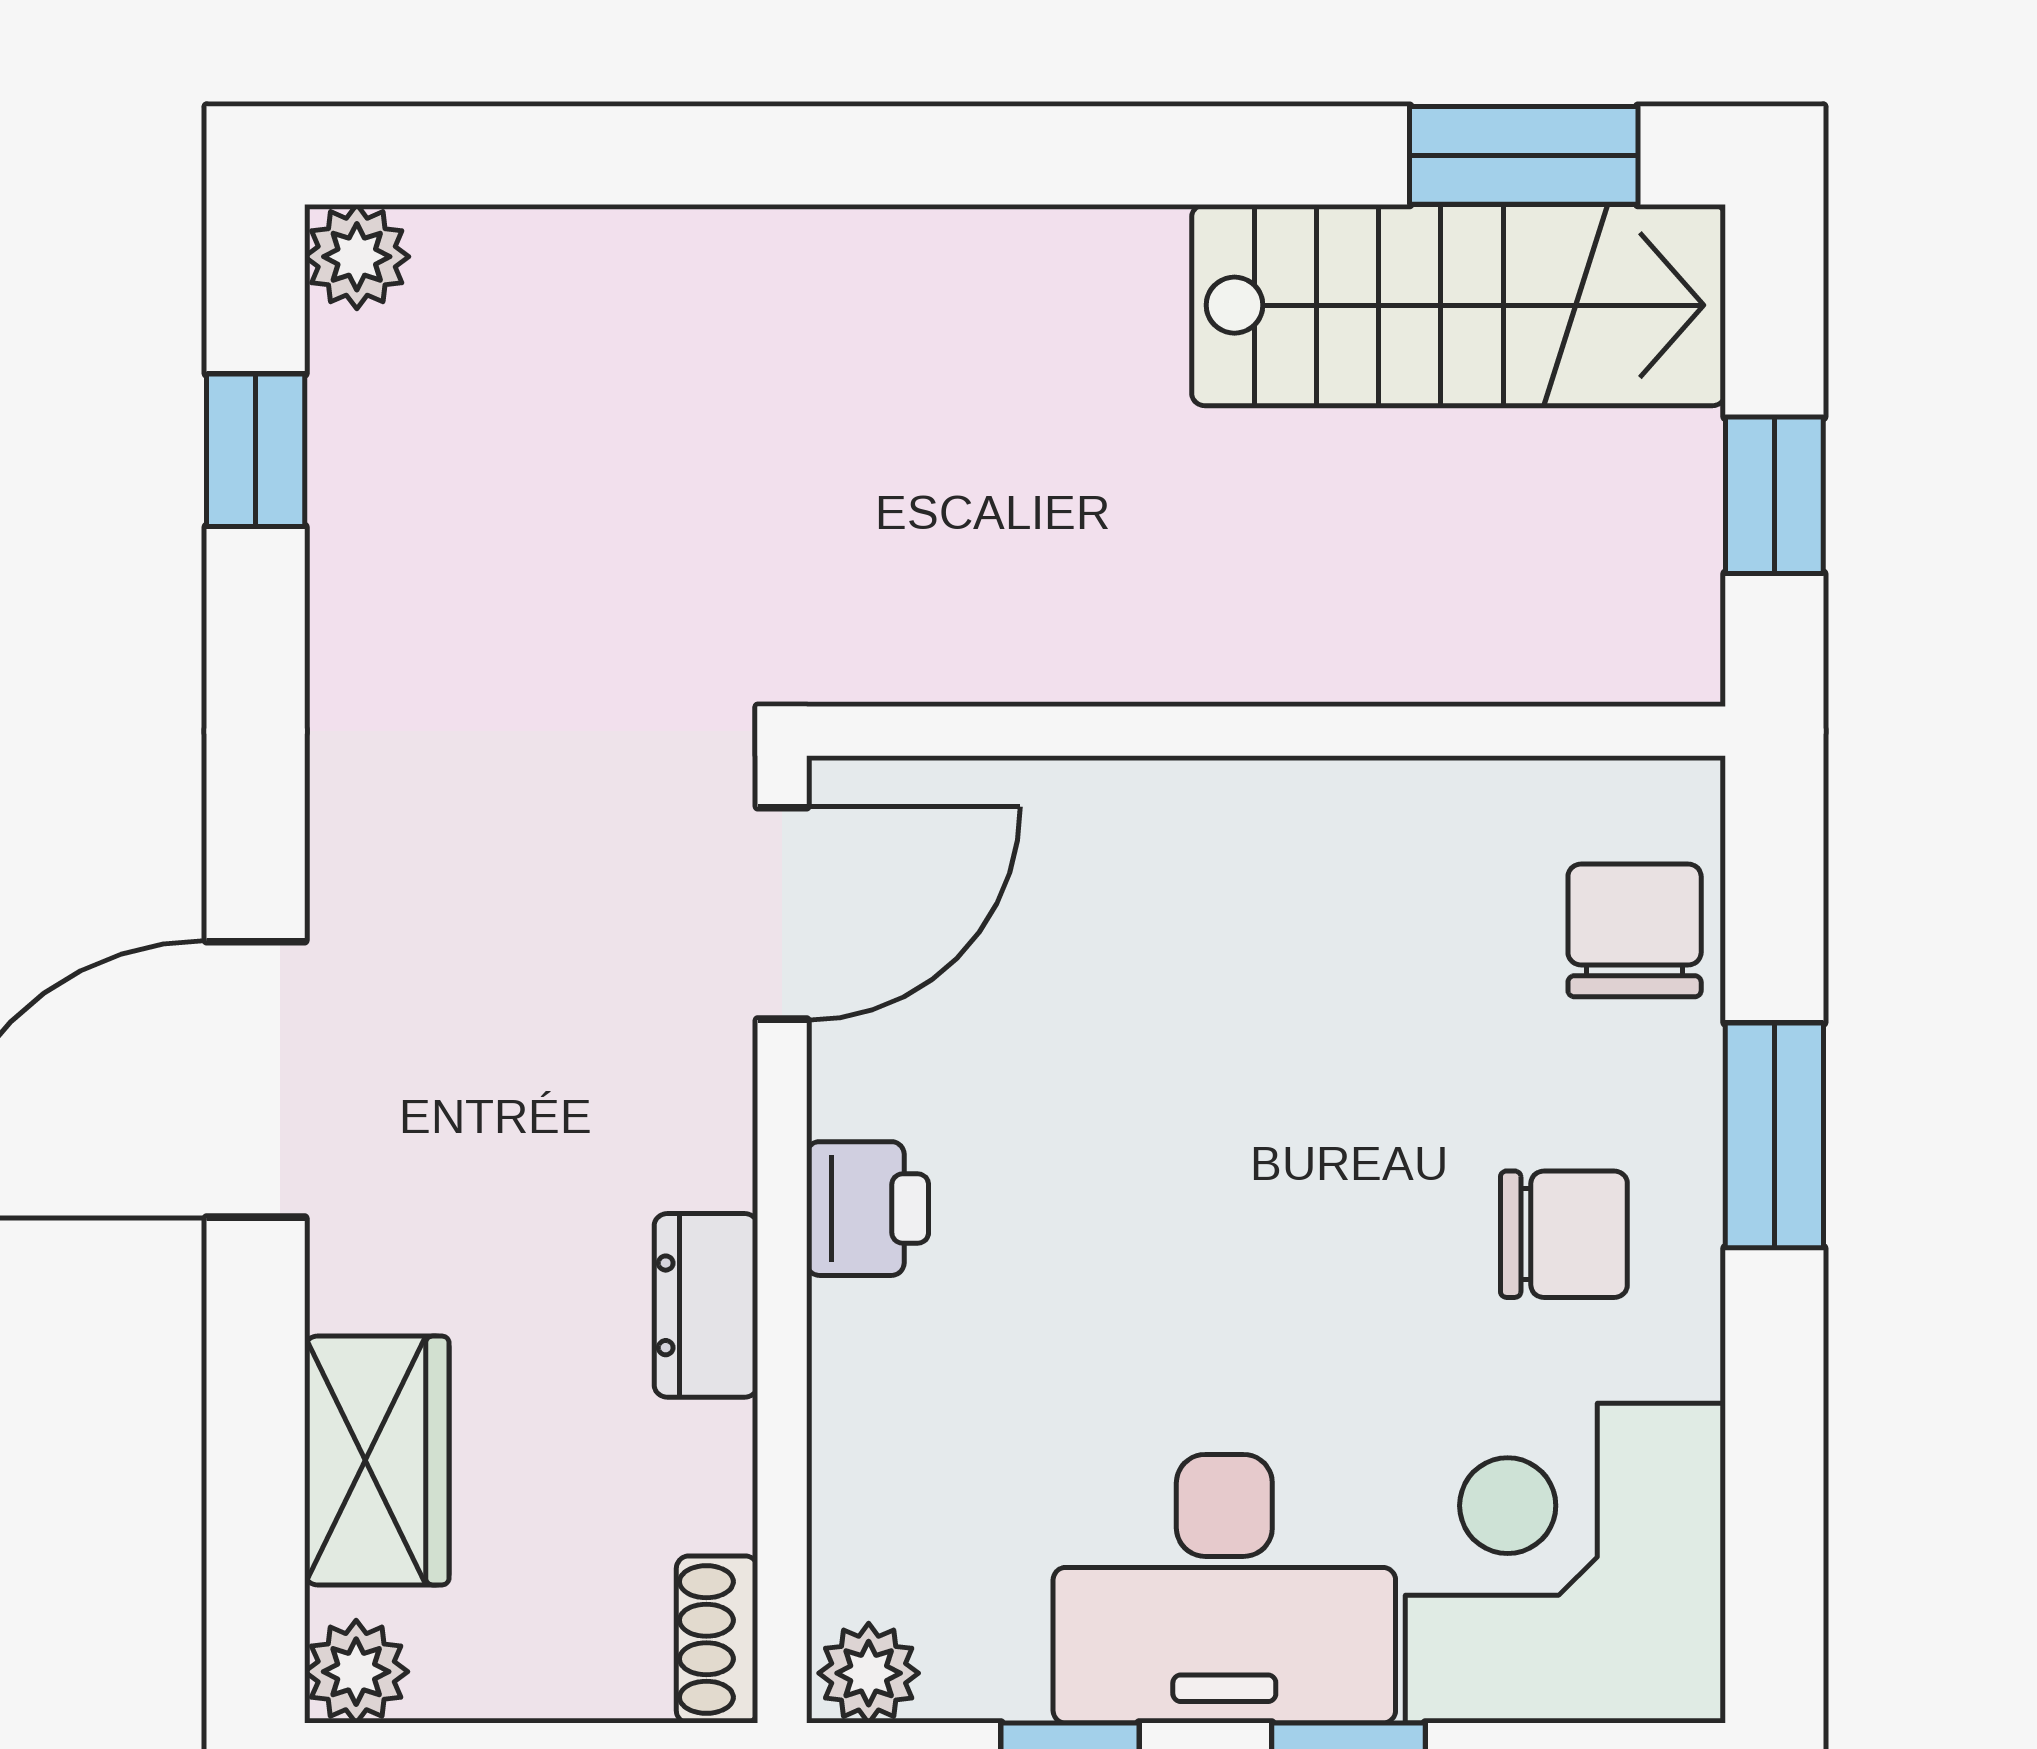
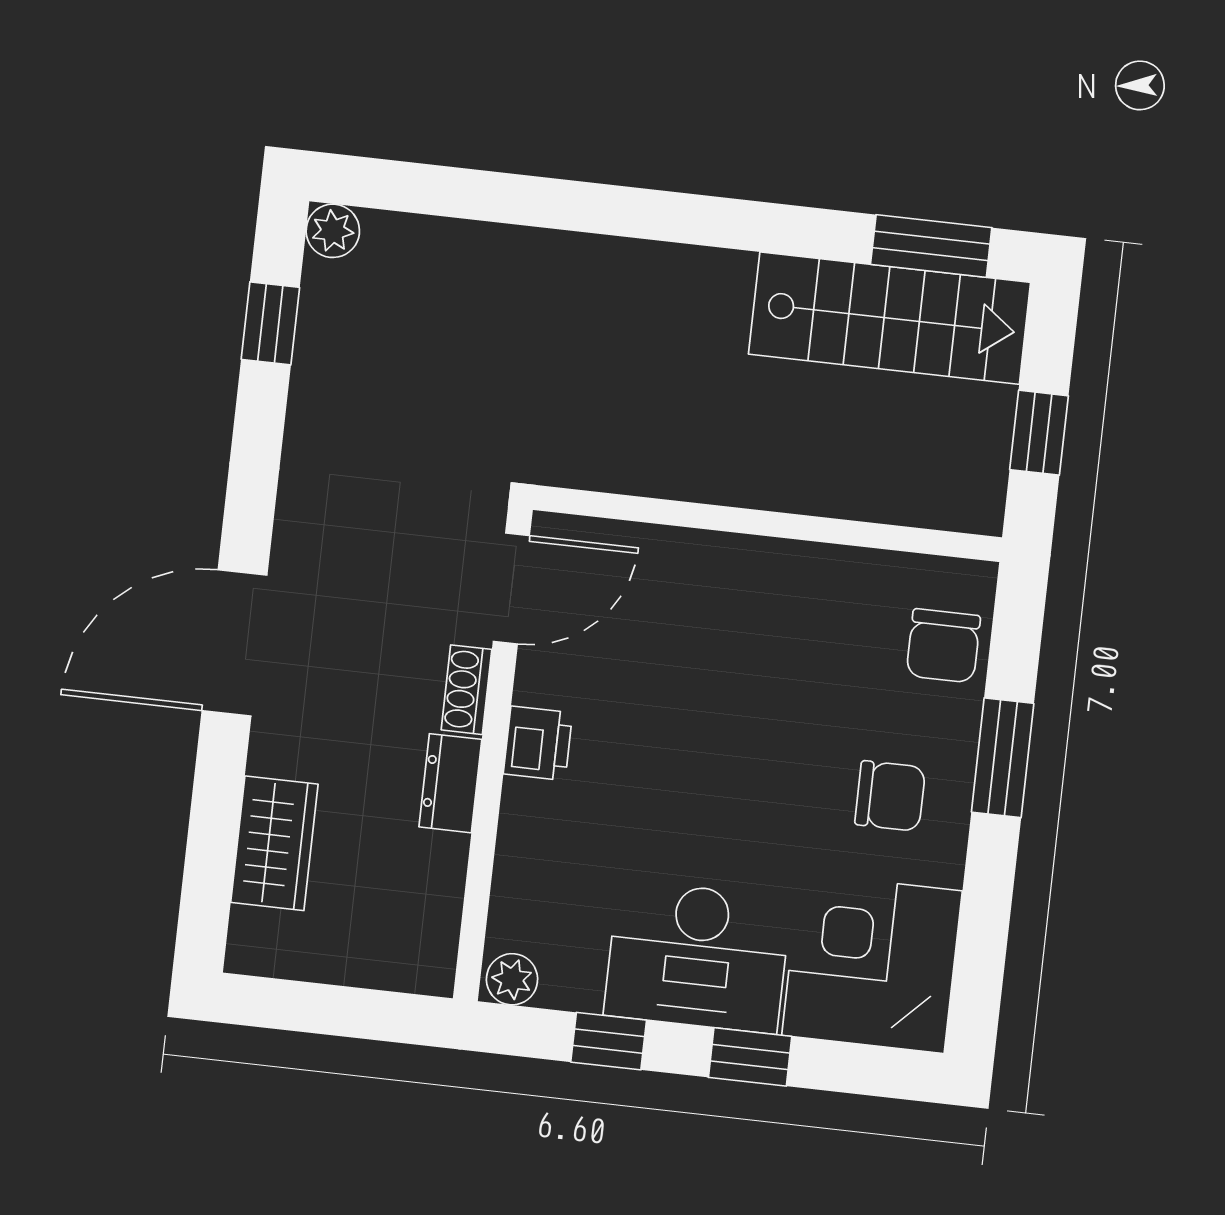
chair: (1635, 930) -> (943, 646), turned 180
shoe rack: (717, 1640) -> (467, 690), moved
plant: (356, 1672) -> (252, 949), removed

